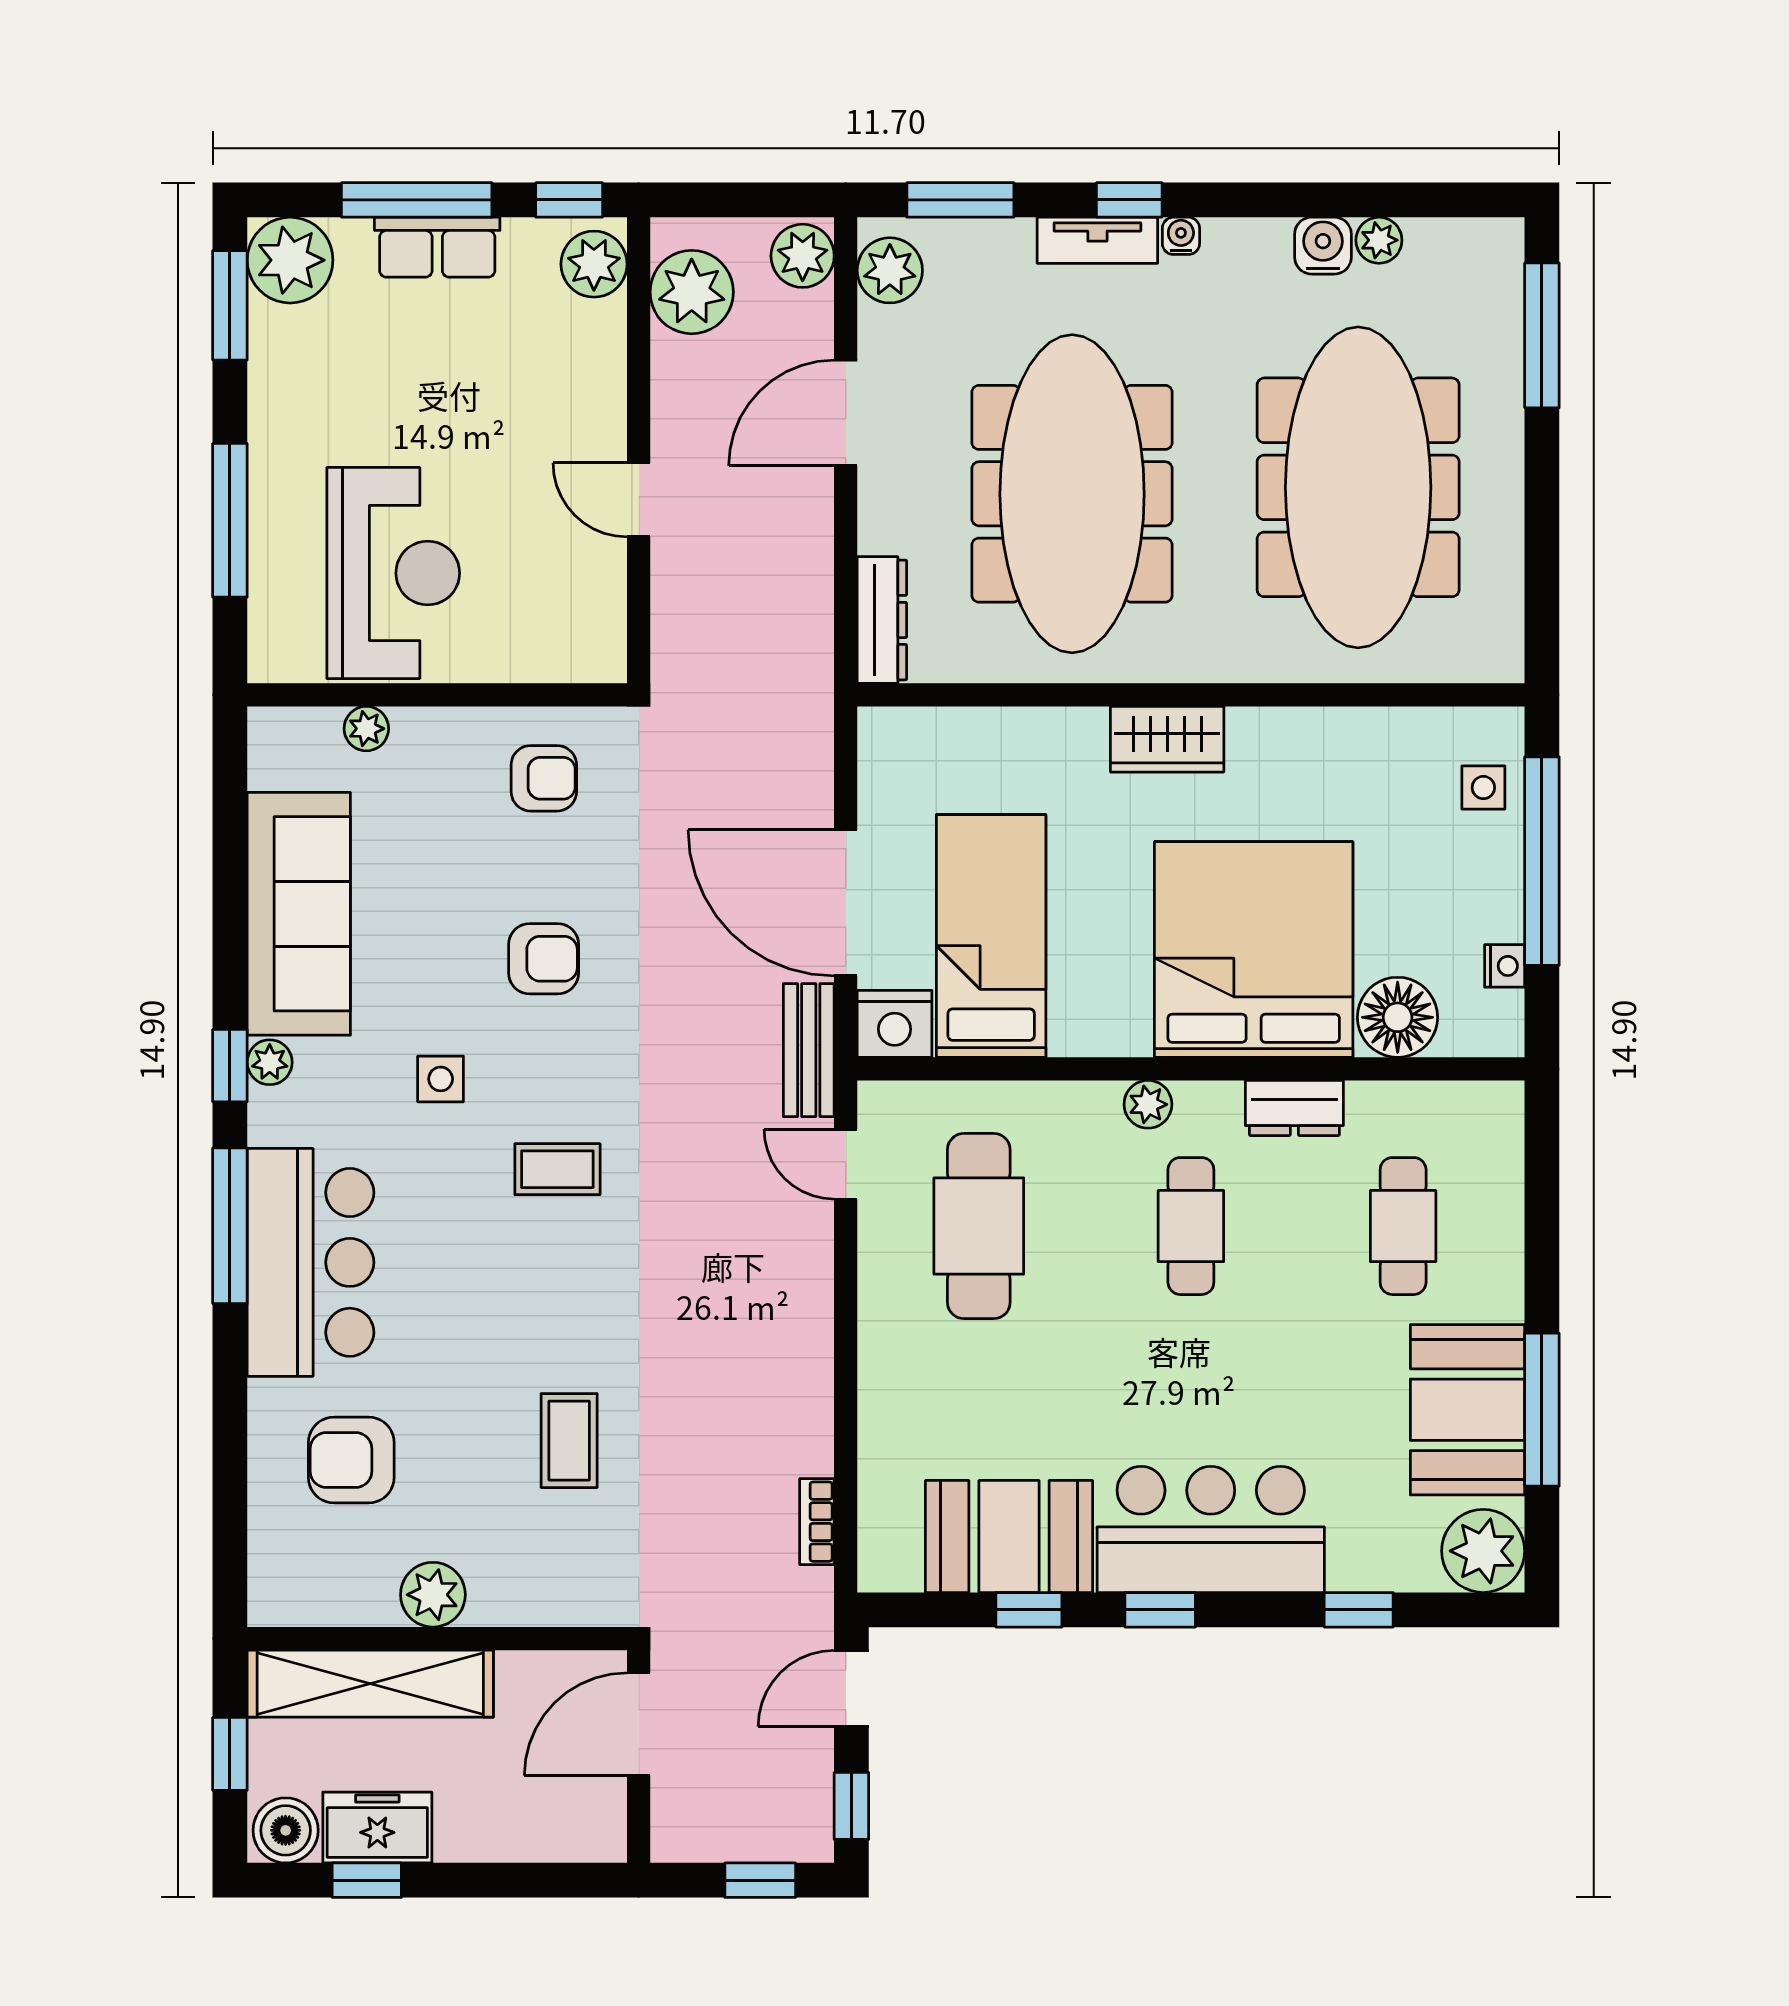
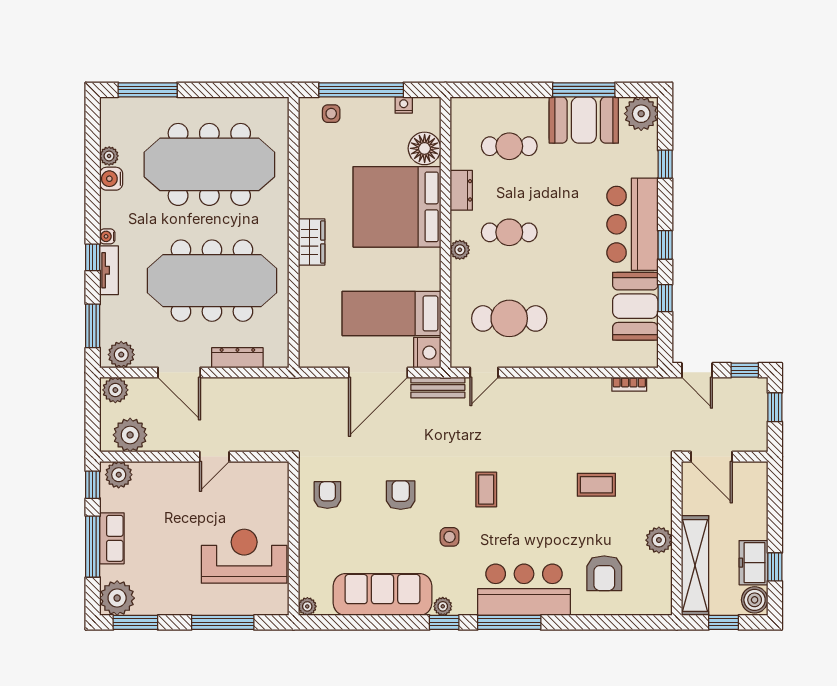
dresser: (882, 620) -> (237, 358), moved
plant: (366, 729) -> (307, 606), moved

